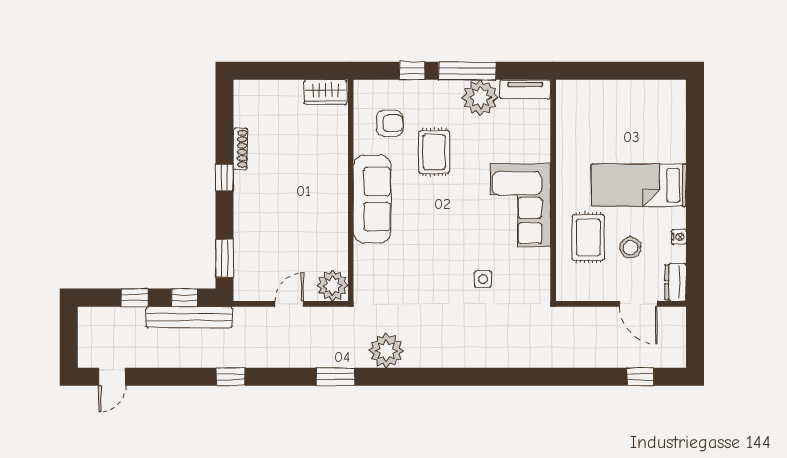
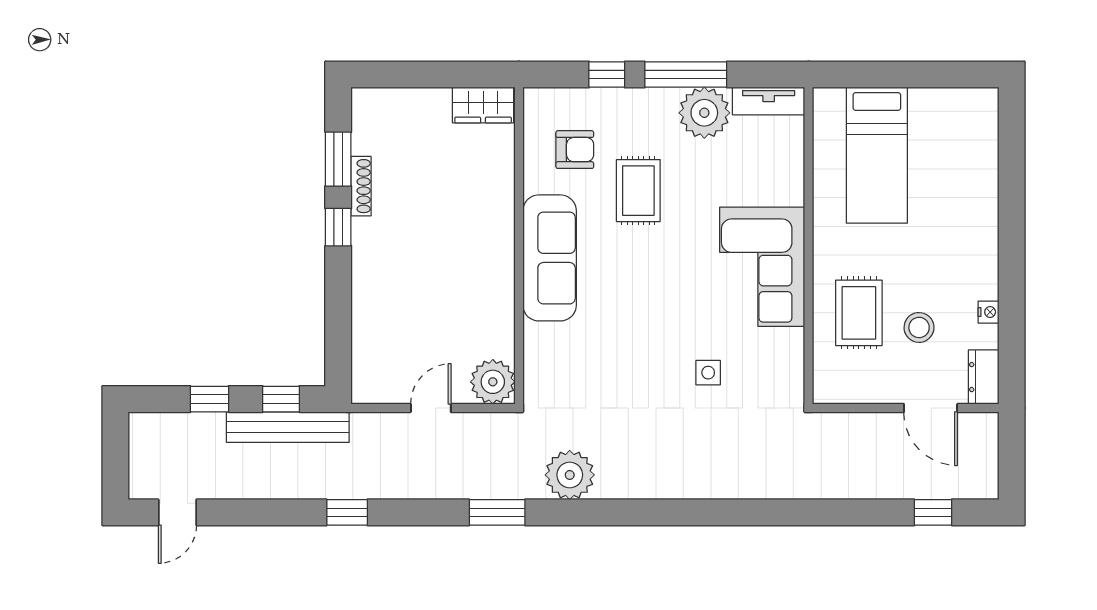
bed: (639, 185) -> (877, 155), moved, turned -90
window: (224, 258) -> (338, 159), moved

